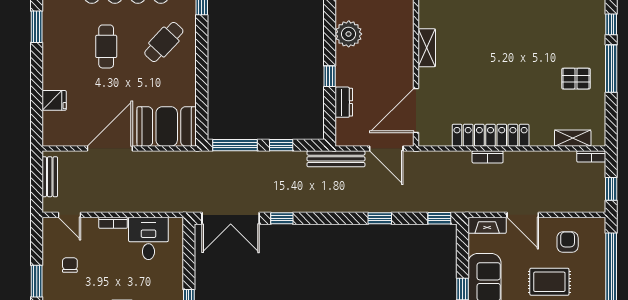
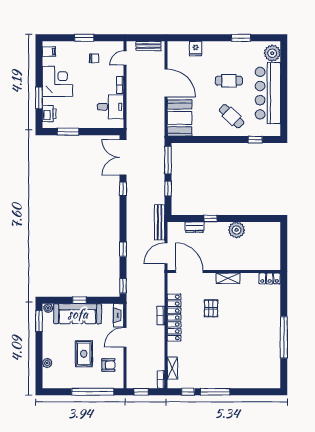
window: (611, 24) -> (188, 392), moved
pallet: (576, 79) -> (211, 308), moved

